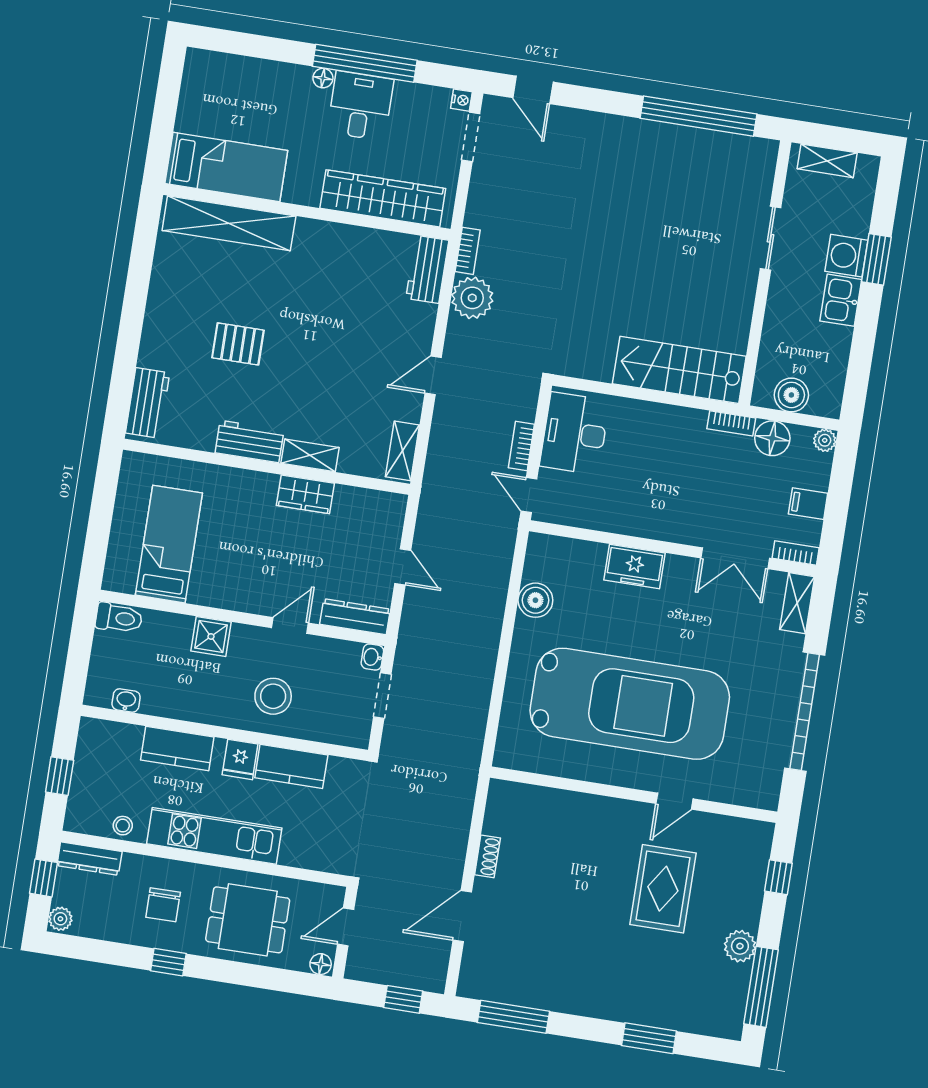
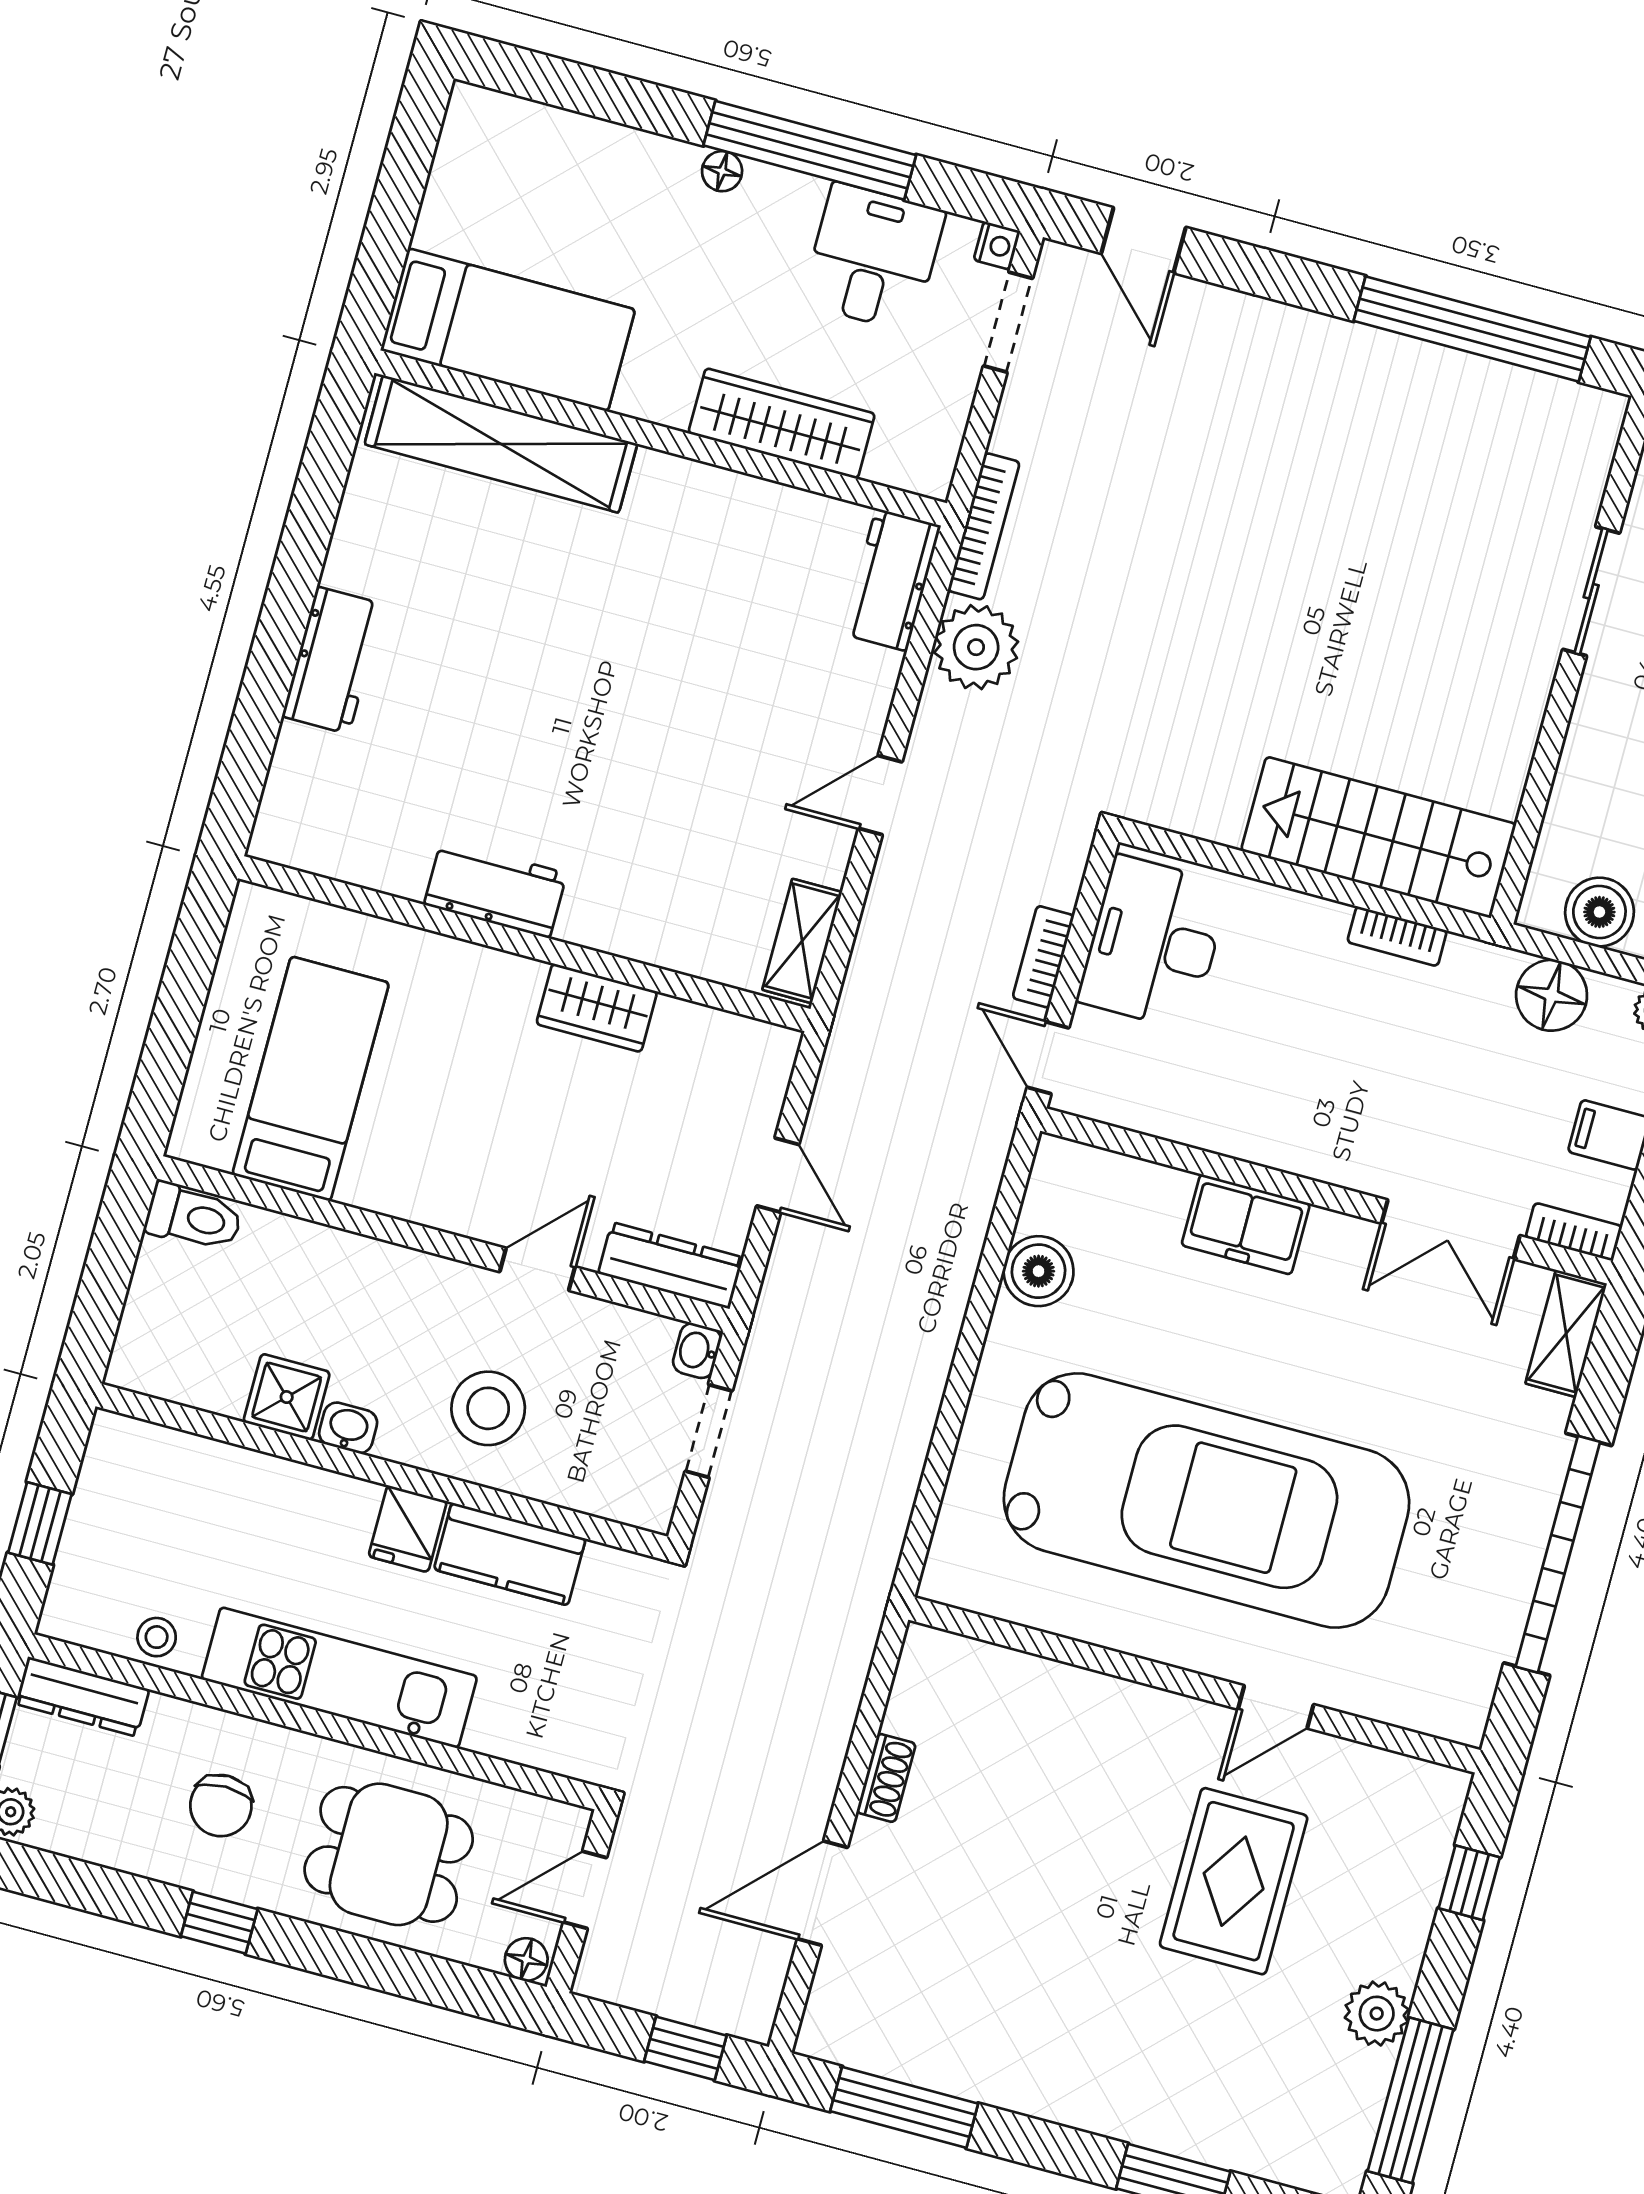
desk: (360, 106) -> (873, 257), moved
wardrobe: (383, 198) -> (782, 423), width x0.71, depth x0.85
bookcase: (468, 251) -> (984, 526), width x1.56
pallet: (238, 344) -> (493, 690), removed
workbench: (148, 403) -> (333, 660), moved
bookcase: (731, 423) -> (1397, 936), moved
shelving: (310, 455) -> (615, 930), removed
shower: (211, 636) -> (287, 1397), moved
washbasin: (126, 700) -> (348, 1428), moved
kitchen counter: (177, 748) -> (283, 1493), removed

